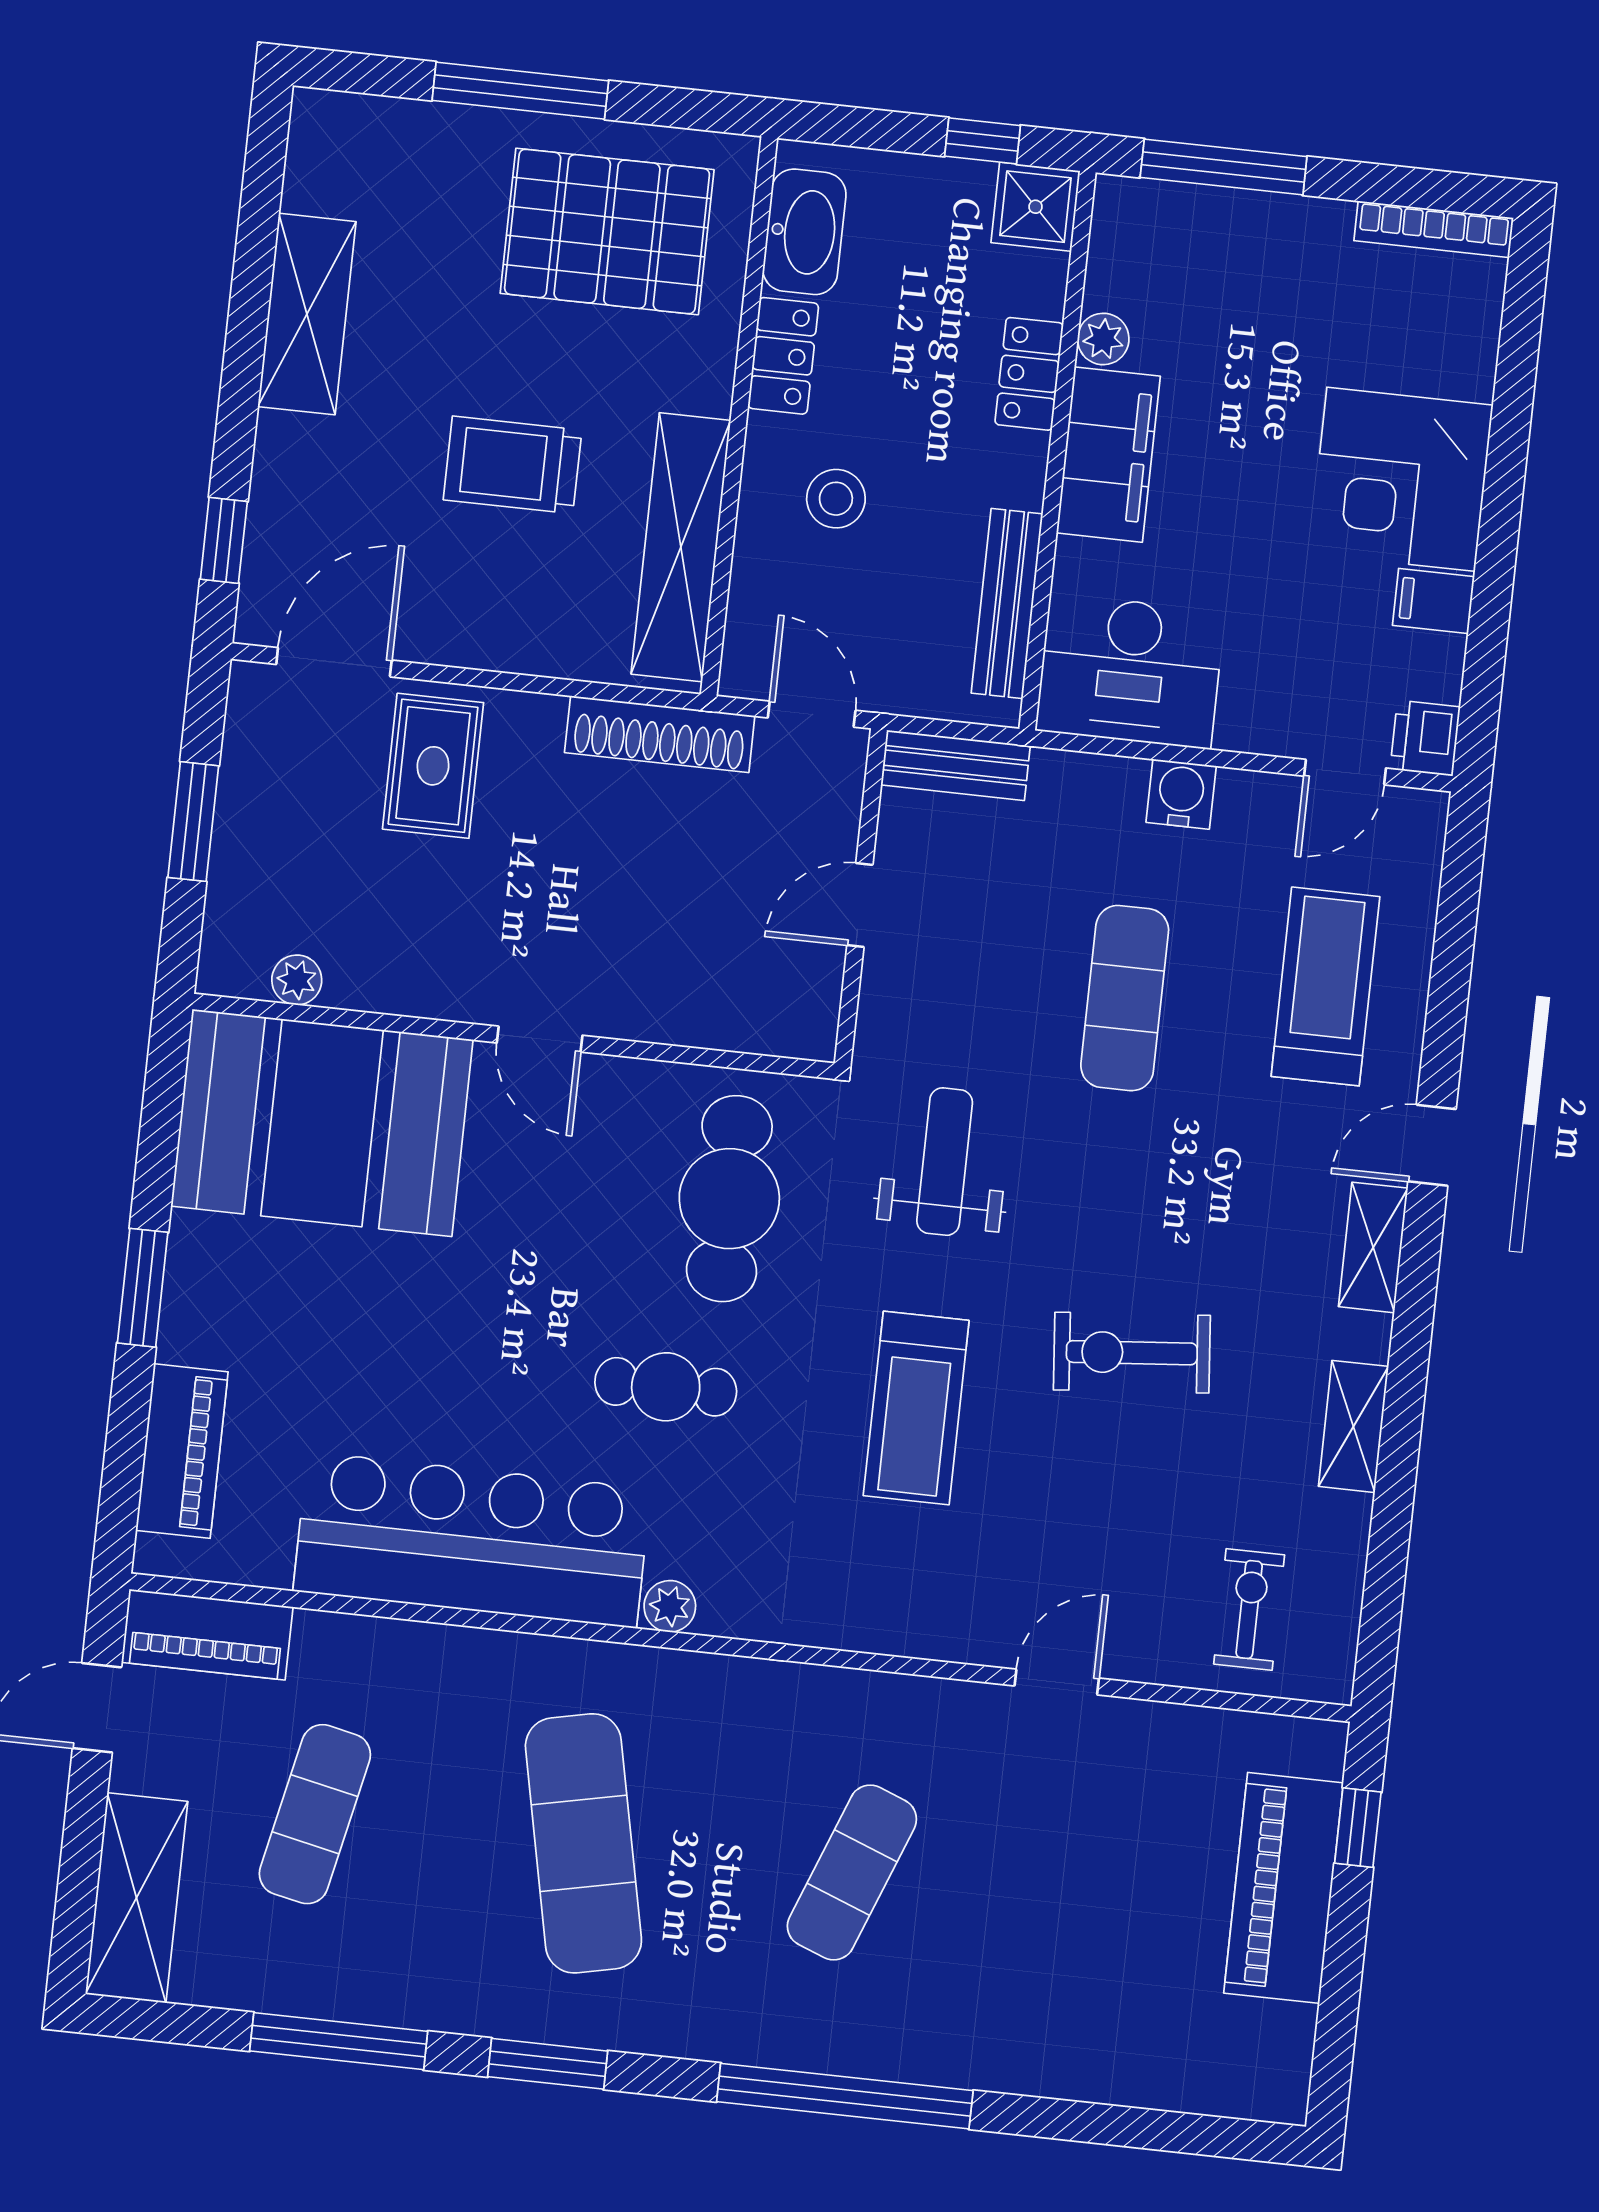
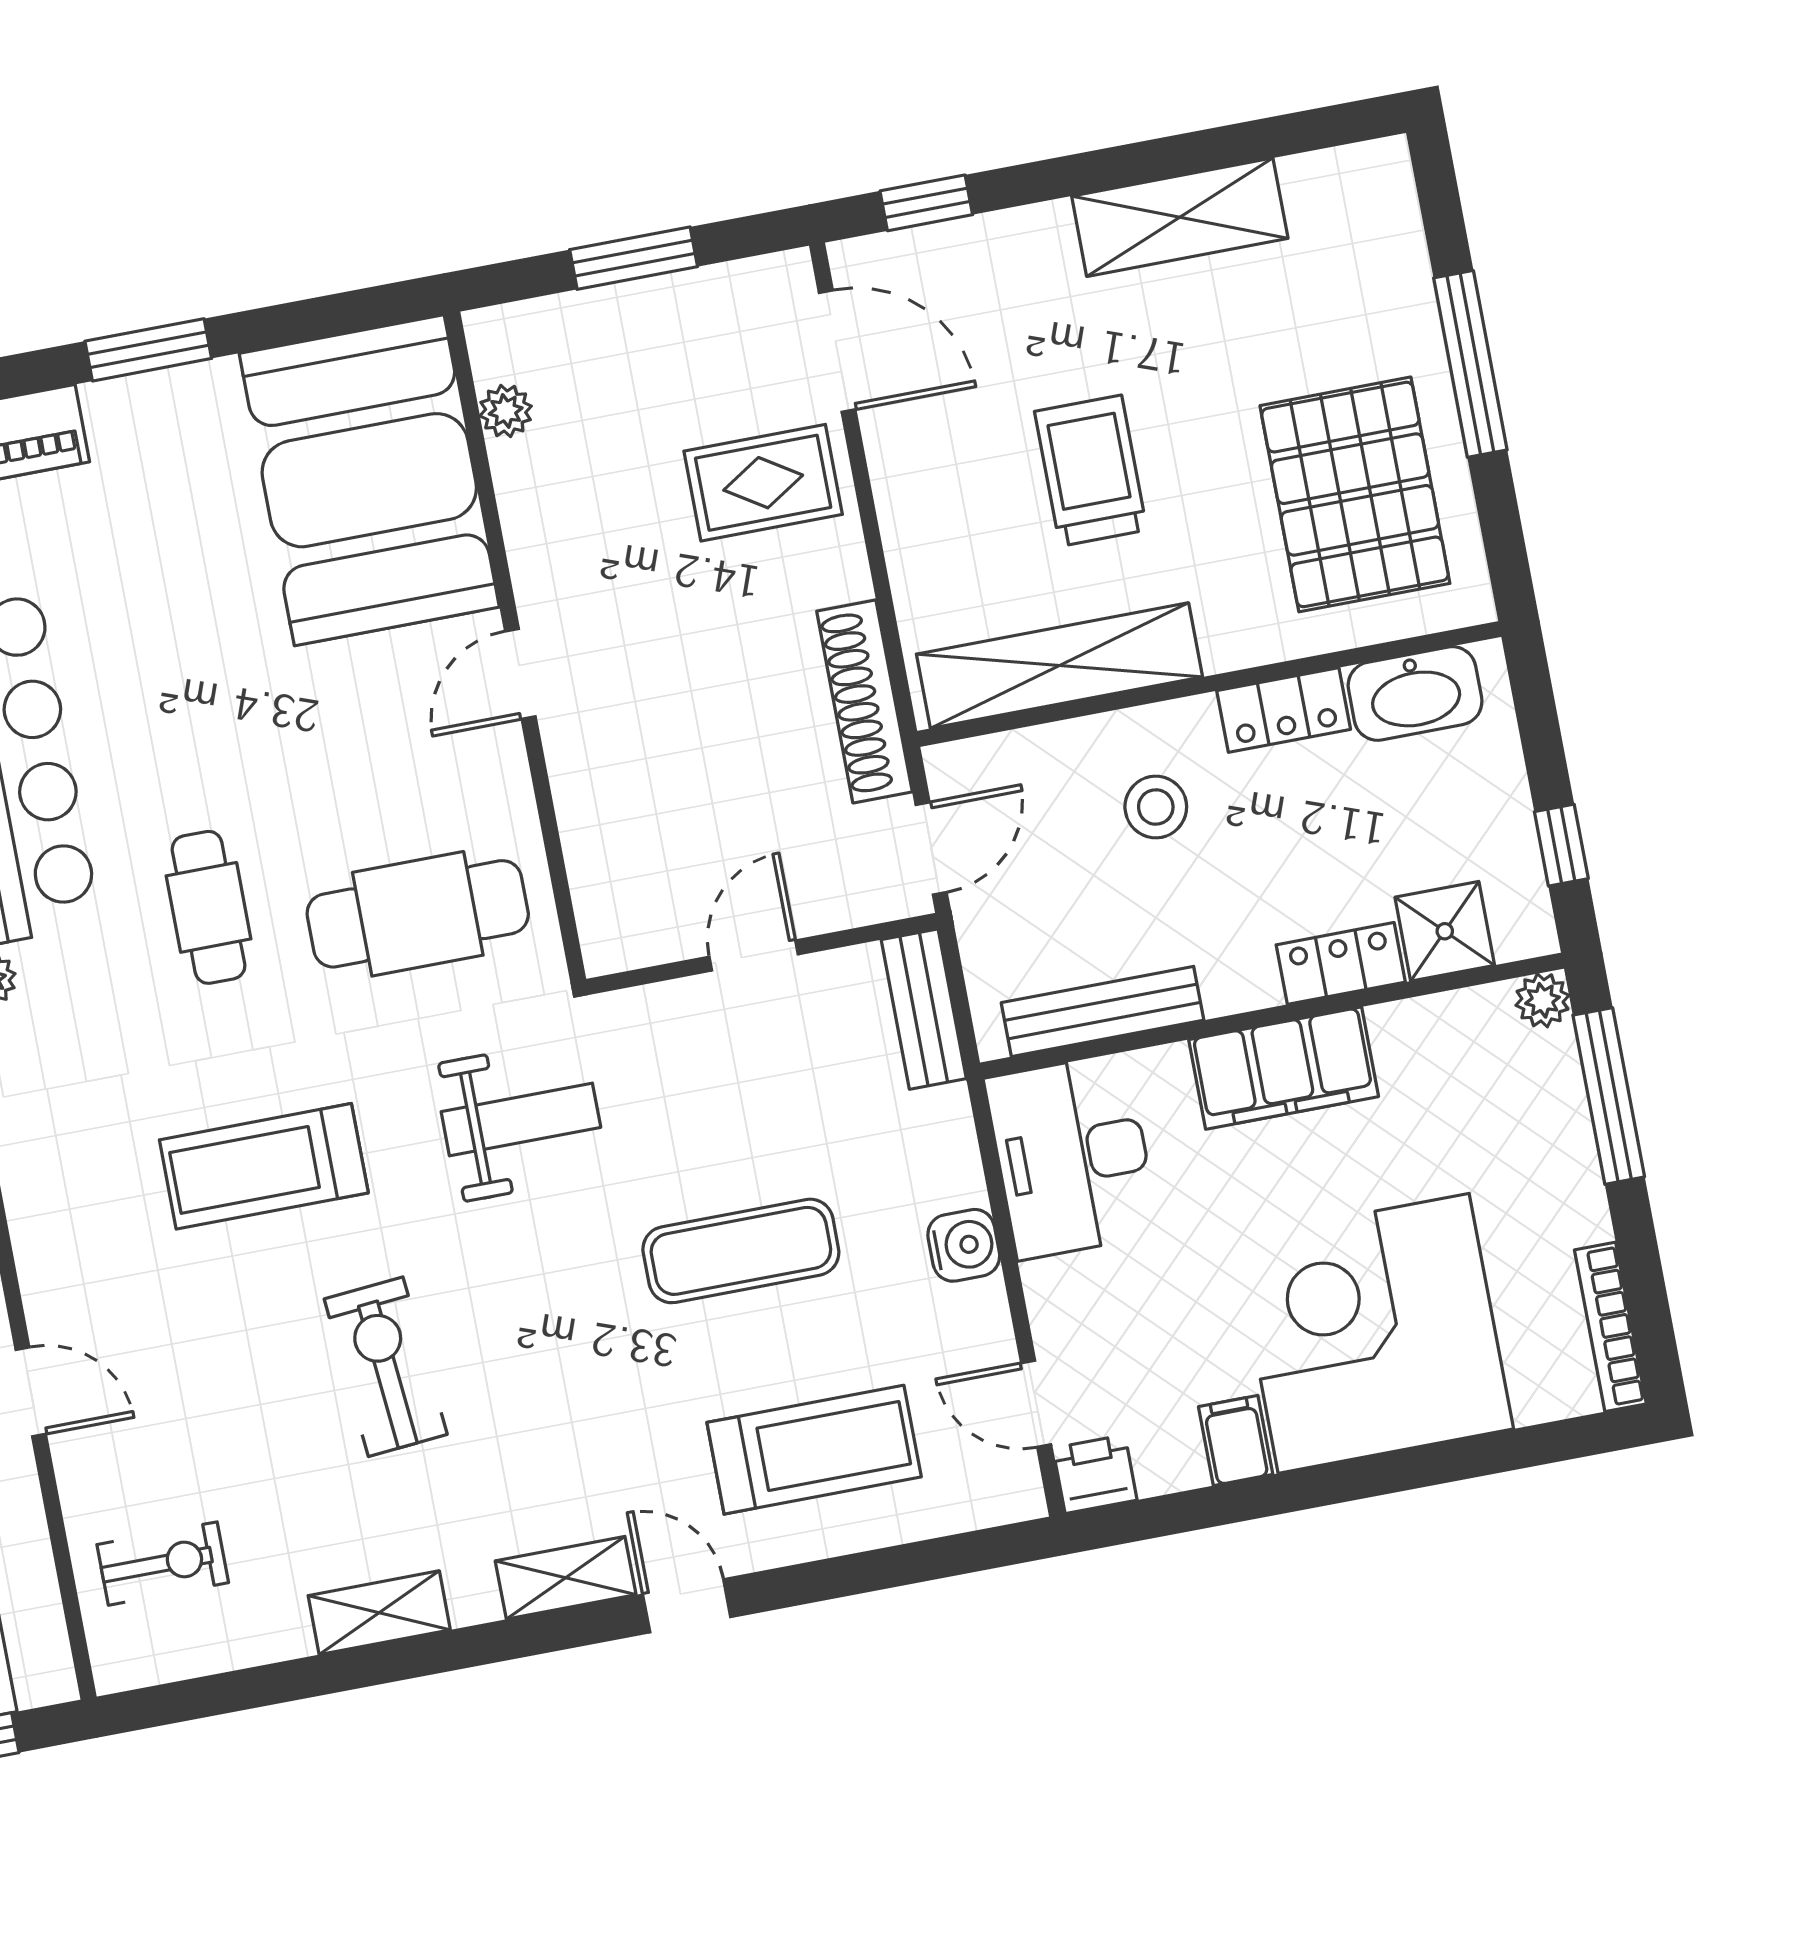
shower: (1036, 207) -> (1445, 931), moved
plant: (1103, 339) -> (1542, 1000), moved
corner desk: (1401, 479) -> (1374, 1333), width x1.36, depth x1.36
door: (860, 905) -> (754, 956), hinge flipped

